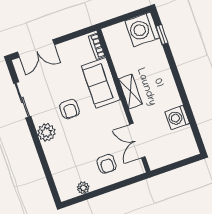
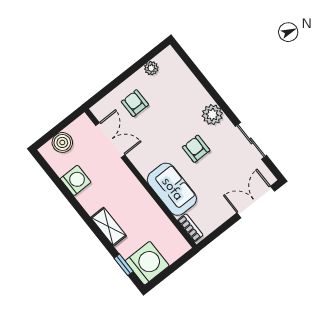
shelving: (130, 91) -> (109, 227), moved
boiler: (177, 152) -> (62, 142), added

